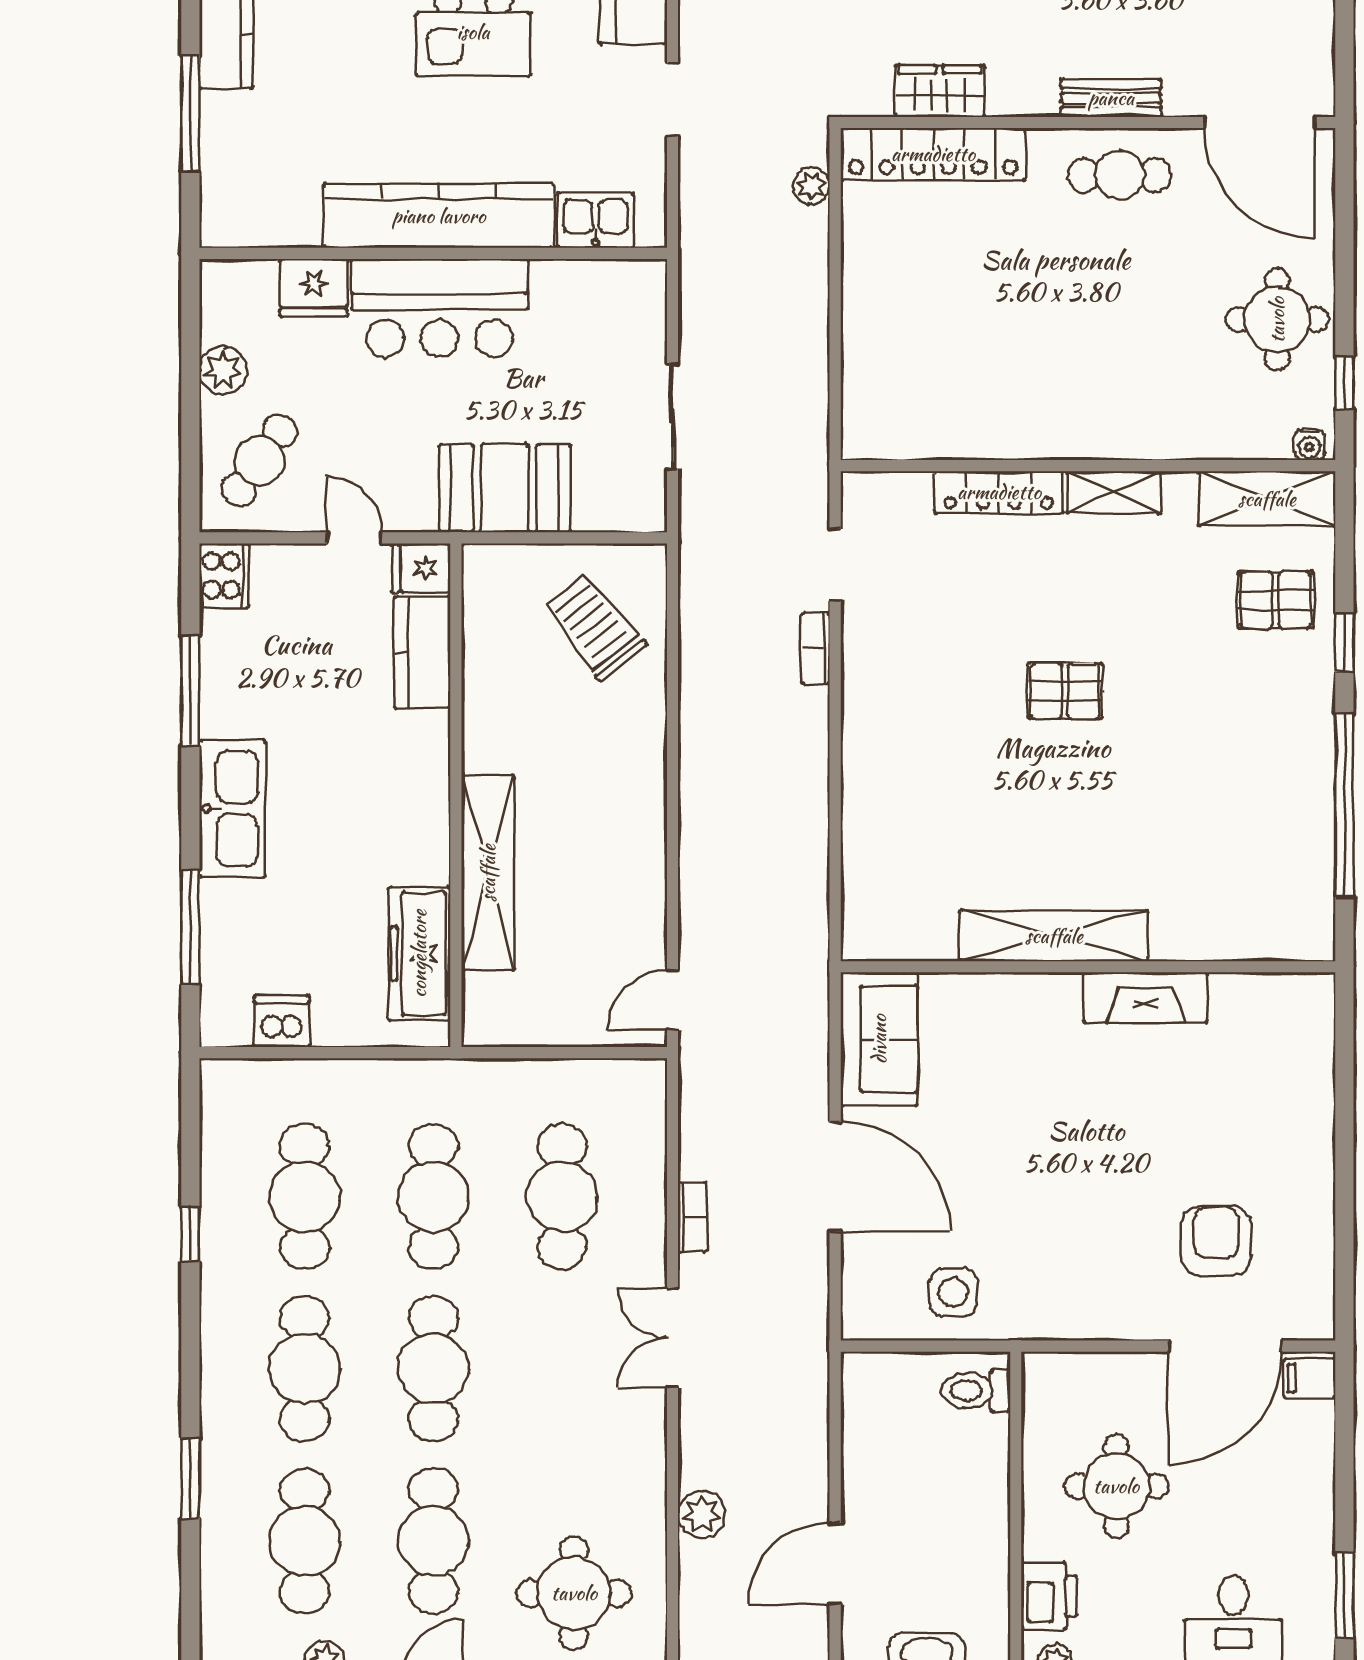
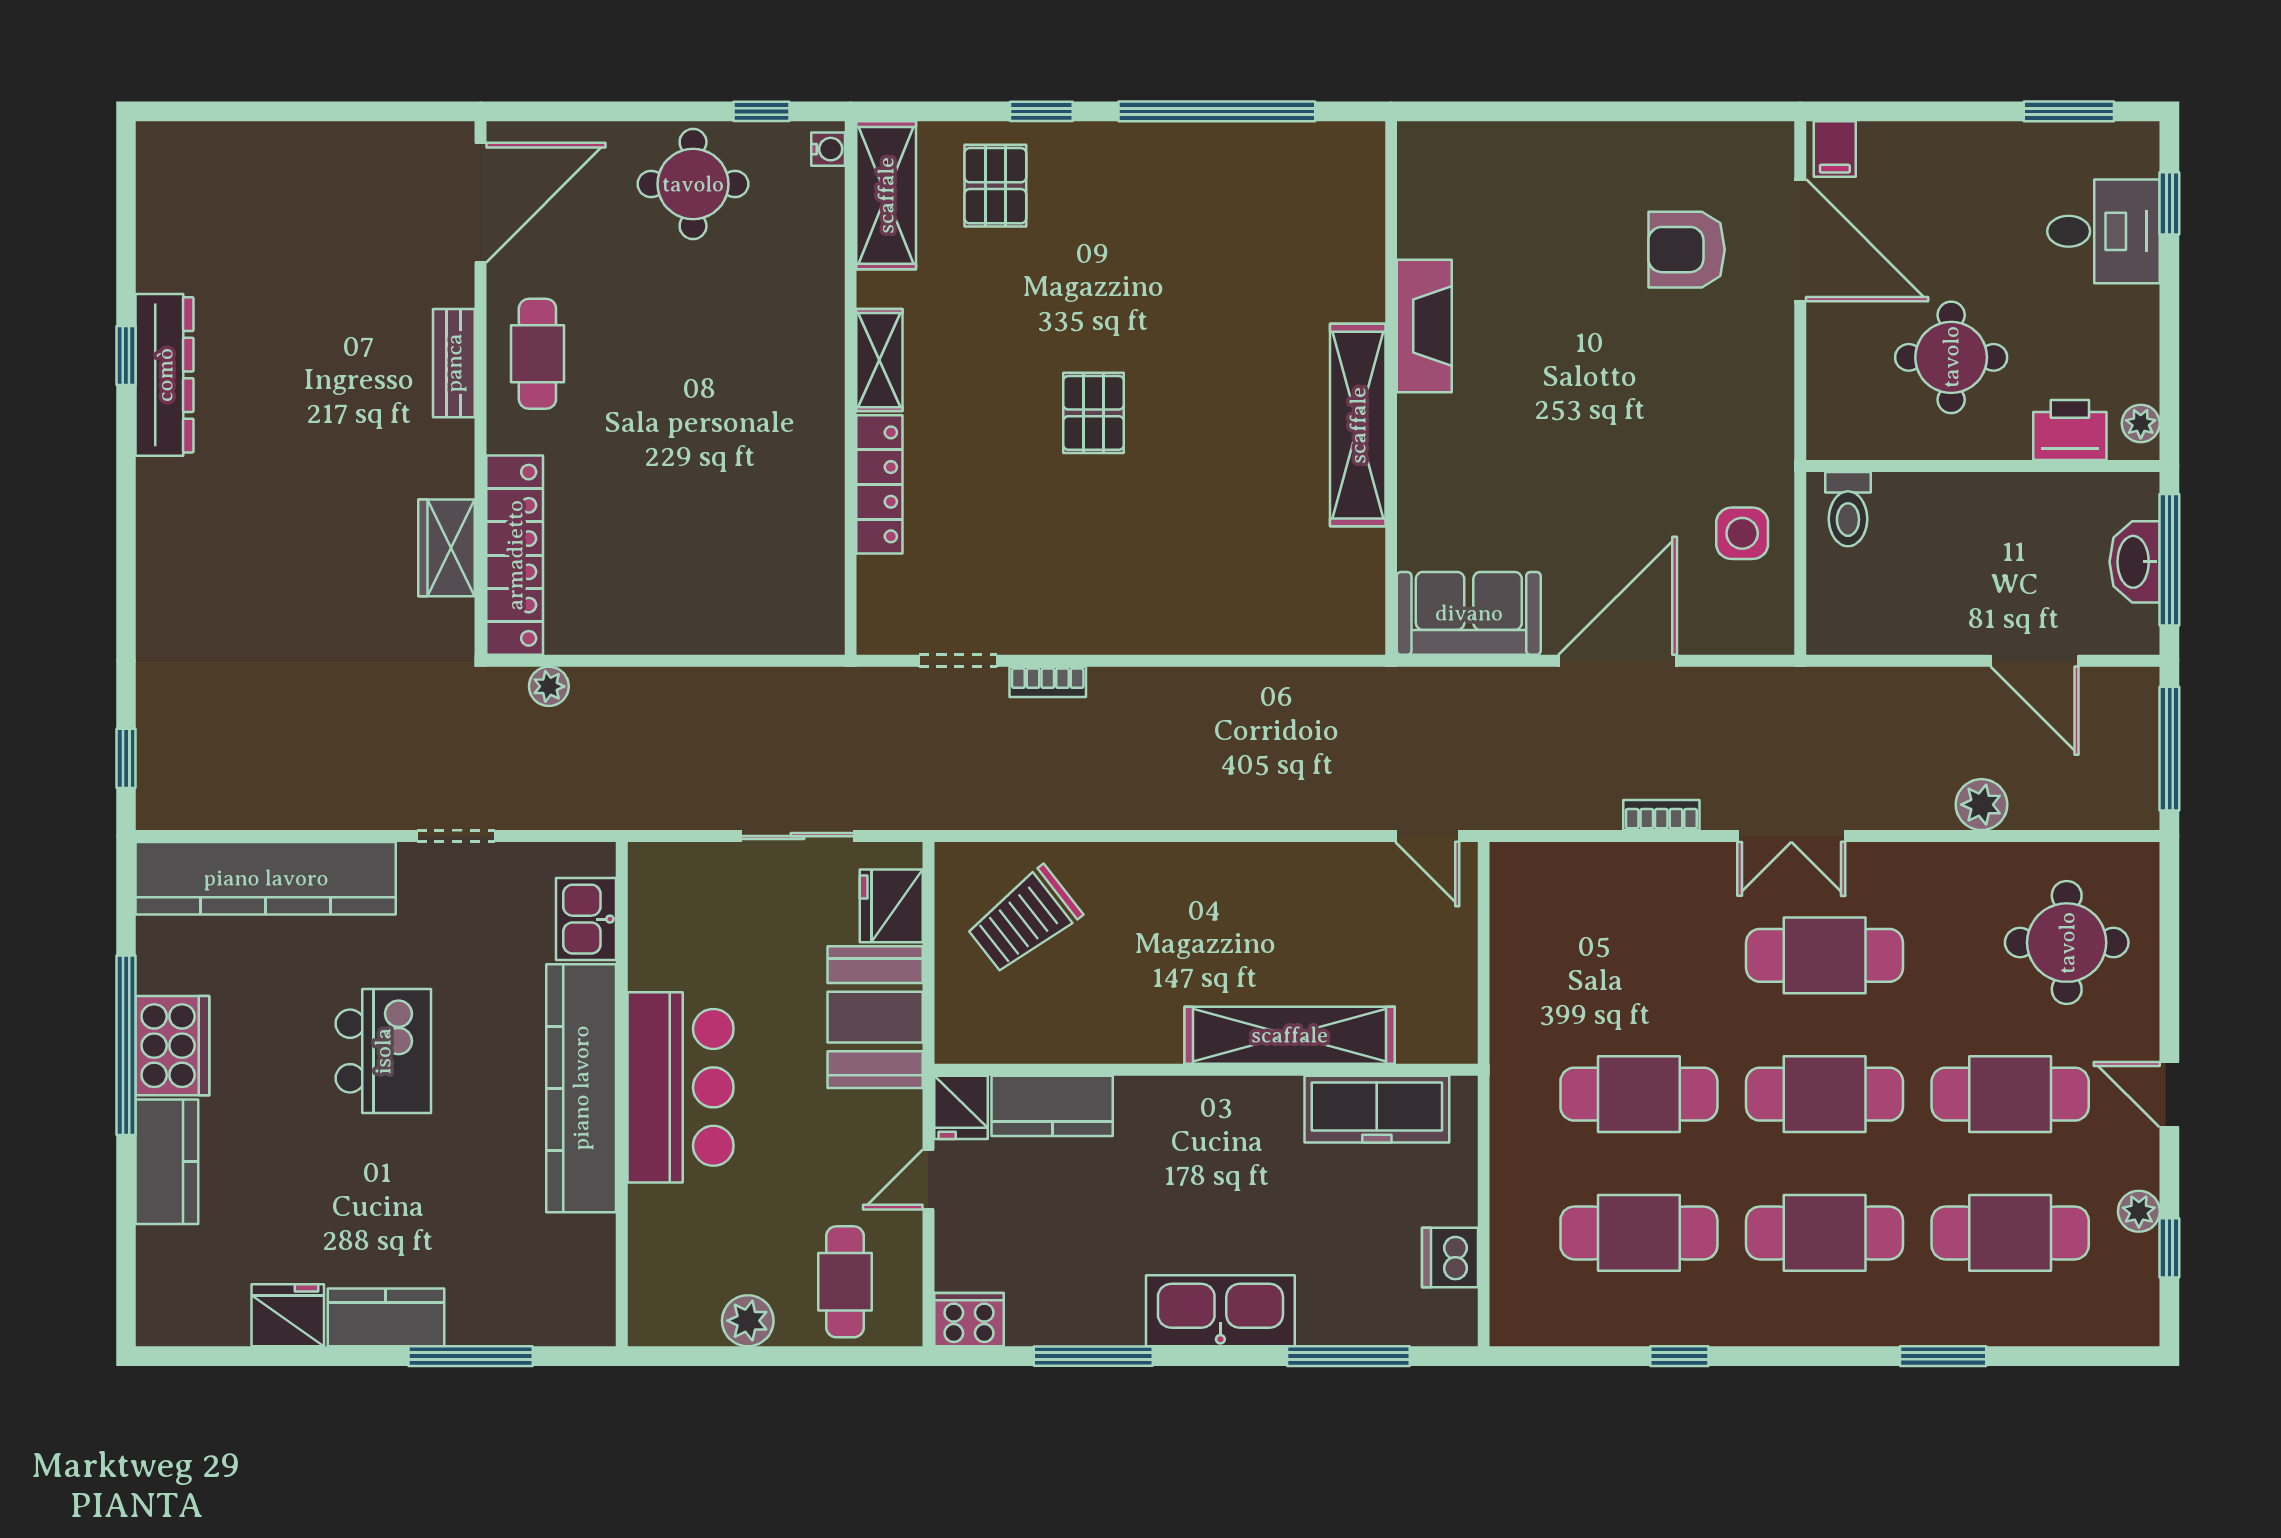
fridge: (314, 288) -> (891, 906), moved, turned 180
cafe table: (259, 460) -> (845, 1282), turned 55
cafe table: (562, 1197) -> (1825, 955), moved

